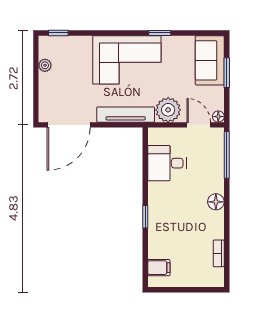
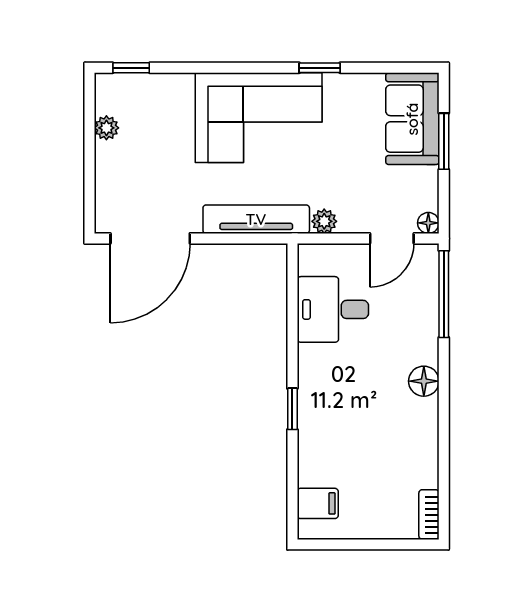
plant: (168, 110) -> (324, 221), width x0.53, depth x0.53
door: (199, 125) -> (392, 238), swing flipped
bookcase: (219, 253) -> (429, 515), moved

